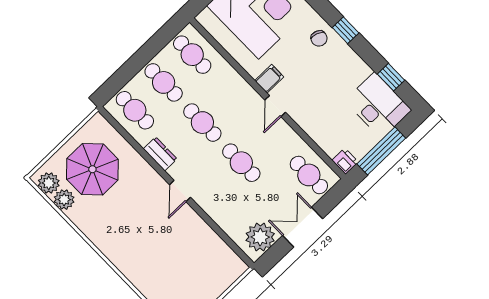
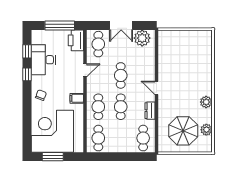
window: (346, 30) -> (27, 74), moved
cafe table: (164, 82) -> (98, 107), moved
desk: (378, 105) -> (43, 60), moved
door: (275, 106) -> (85, 70), moved
printer: (345, 161) -> (76, 40), width x1.87, depth x1.48
plant: (49, 183) -> (206, 102), moved
door: (180, 191) -> (156, 88), swing flipped

